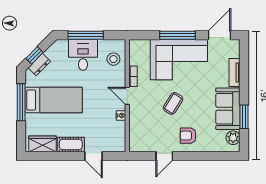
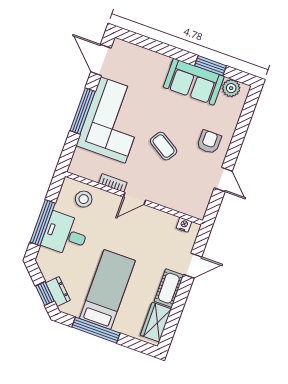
tv unit: (235, 73) -> (153, 58), removed
nightstand: (121, 115) -> (184, 225), moved
armchair: (188, 136) -> (209, 142), turned 180

